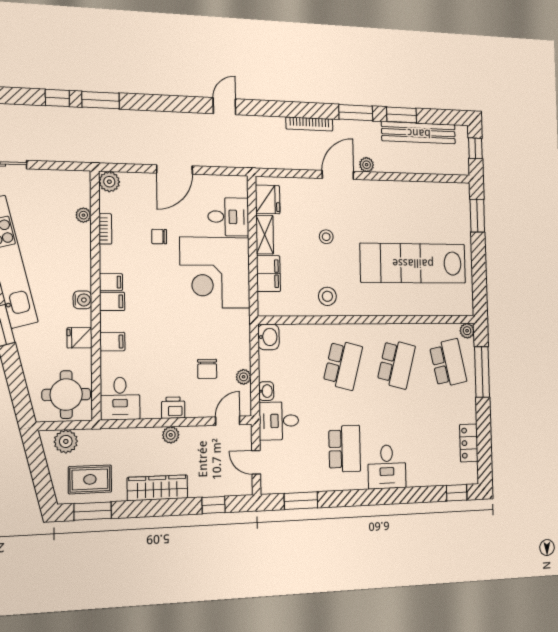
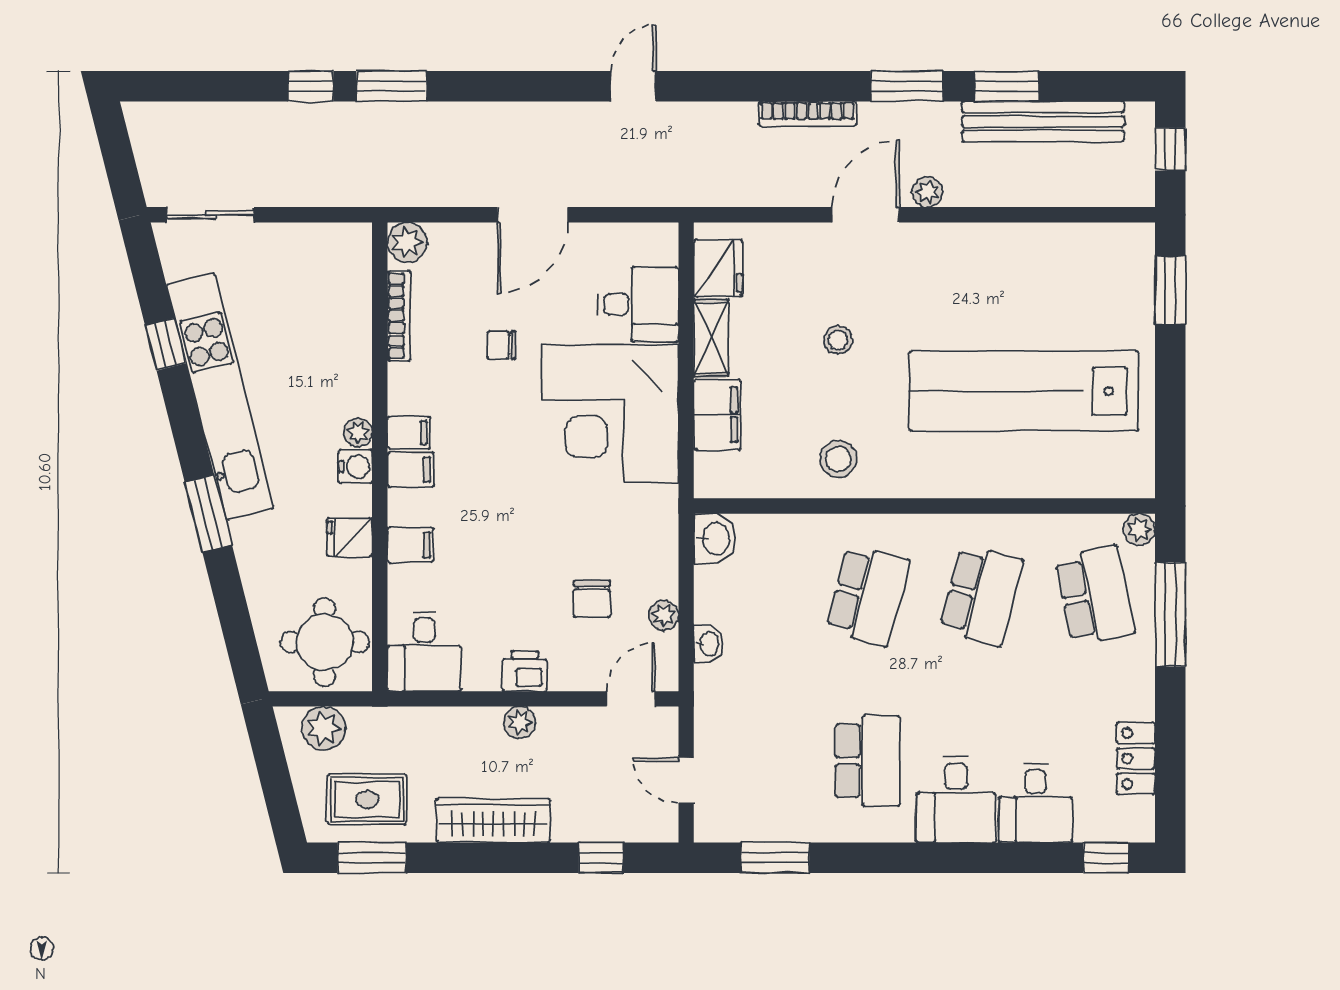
plant: (83, 215) -> (358, 432), moved
bookcase: (105, 229) -> (399, 316), width x1.56
desk: (279, 421) -> (1036, 803), moved, turned -90

